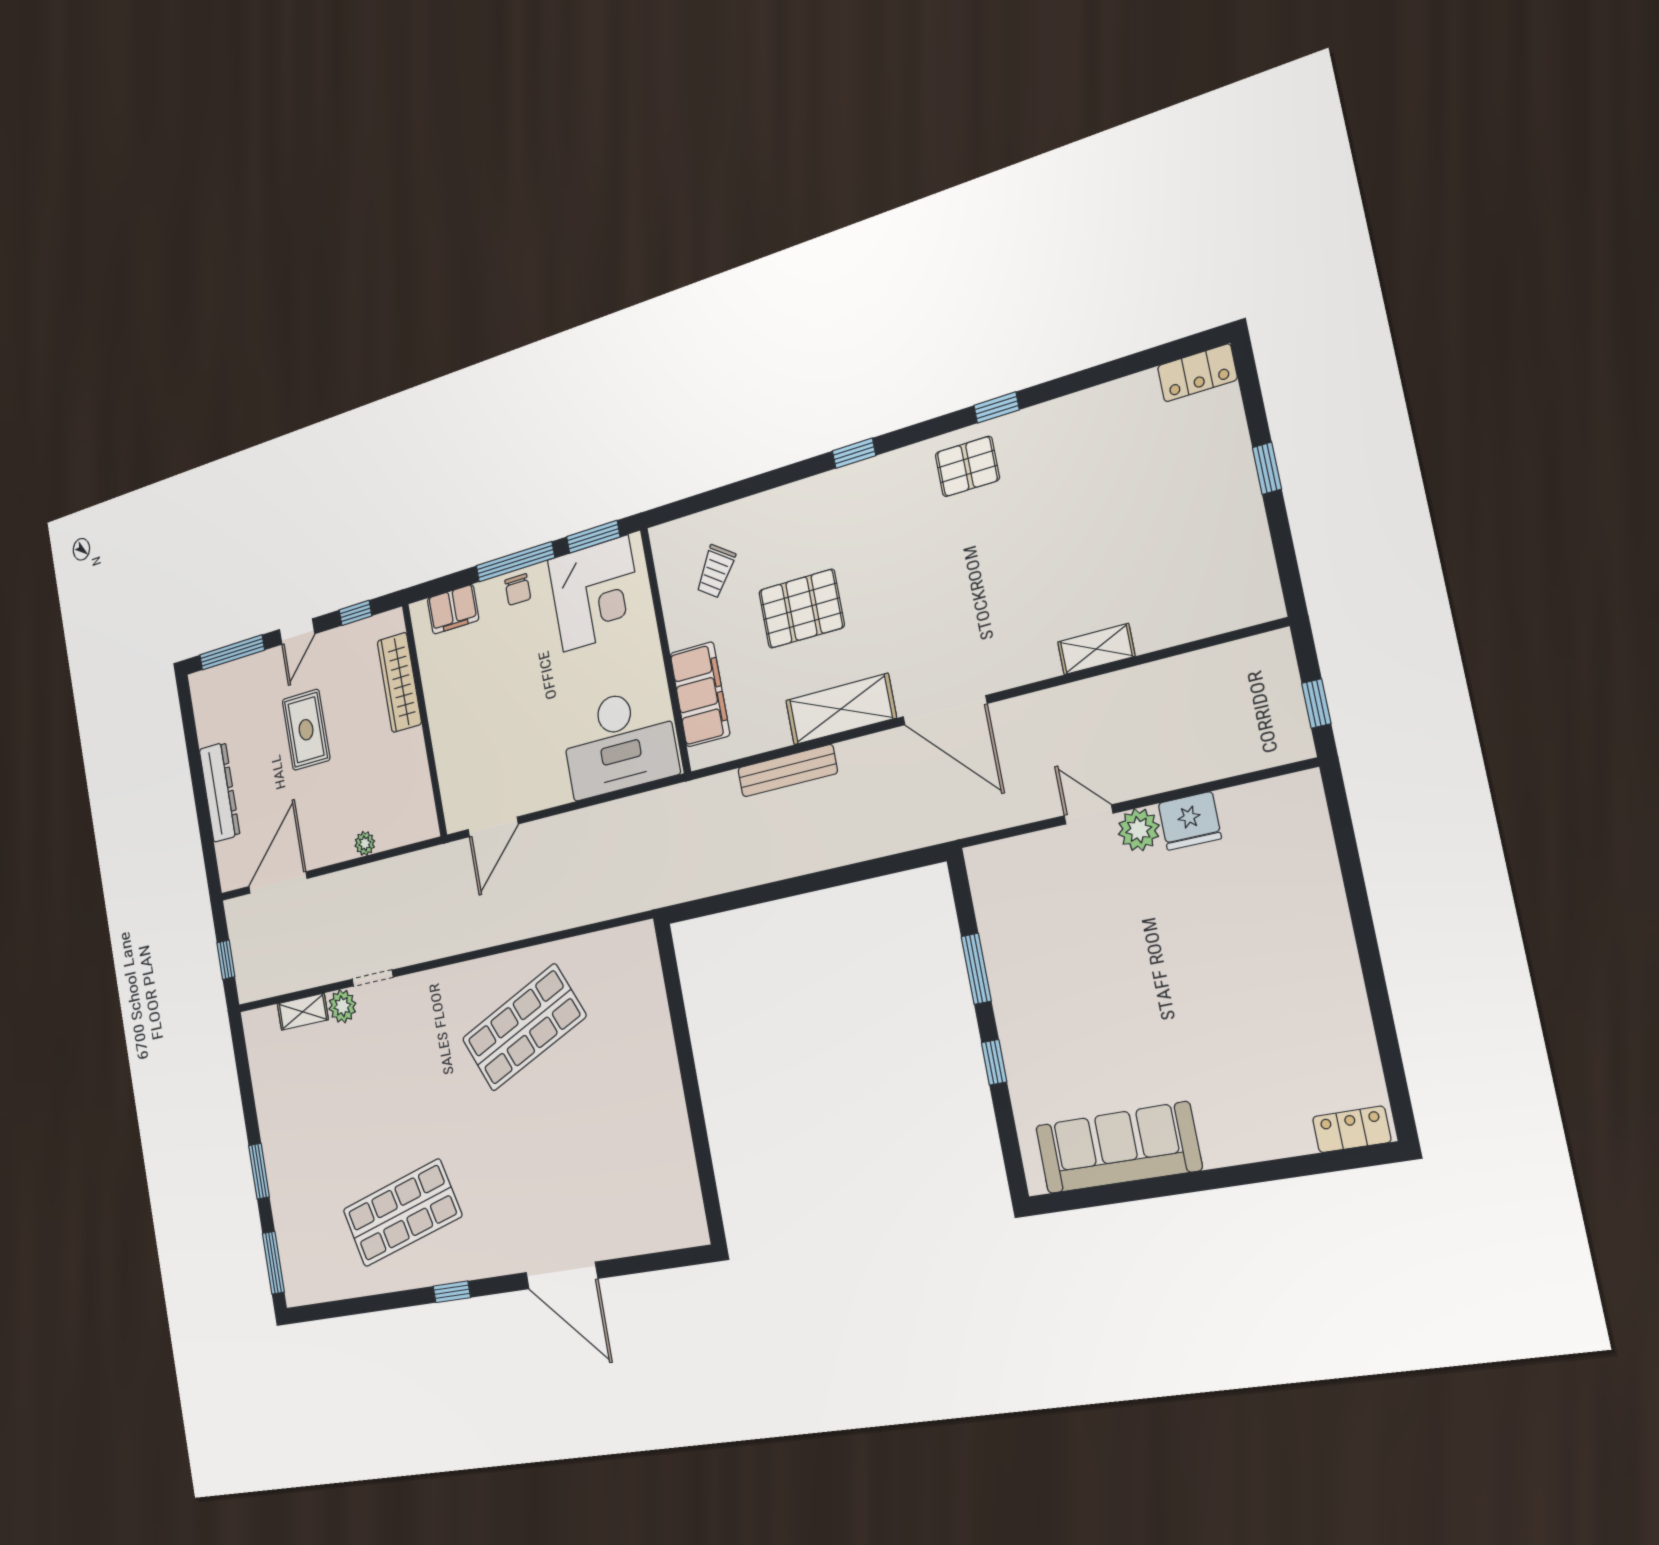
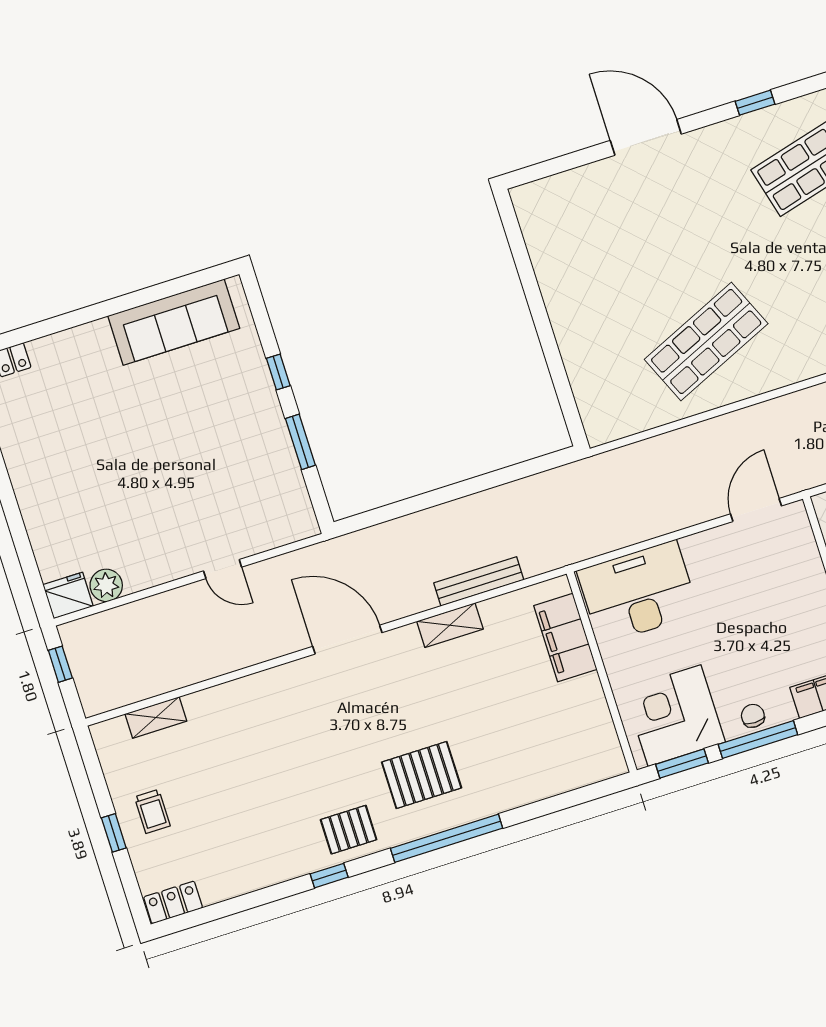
window: (854, 453) -> (447, 838), width x3.17
trolley: (716, 571) -> (152, 811), moved, turned 146
pallet: (801, 609) -> (422, 775), moved
shelving: (1096, 649) -> (156, 717), moved
shelving: (841, 709) -> (450, 625), width x0.67, depth x0.75
fridge: (1190, 821) -> (68, 596), moved
plant: (1139, 830) -> (106, 585), moved

